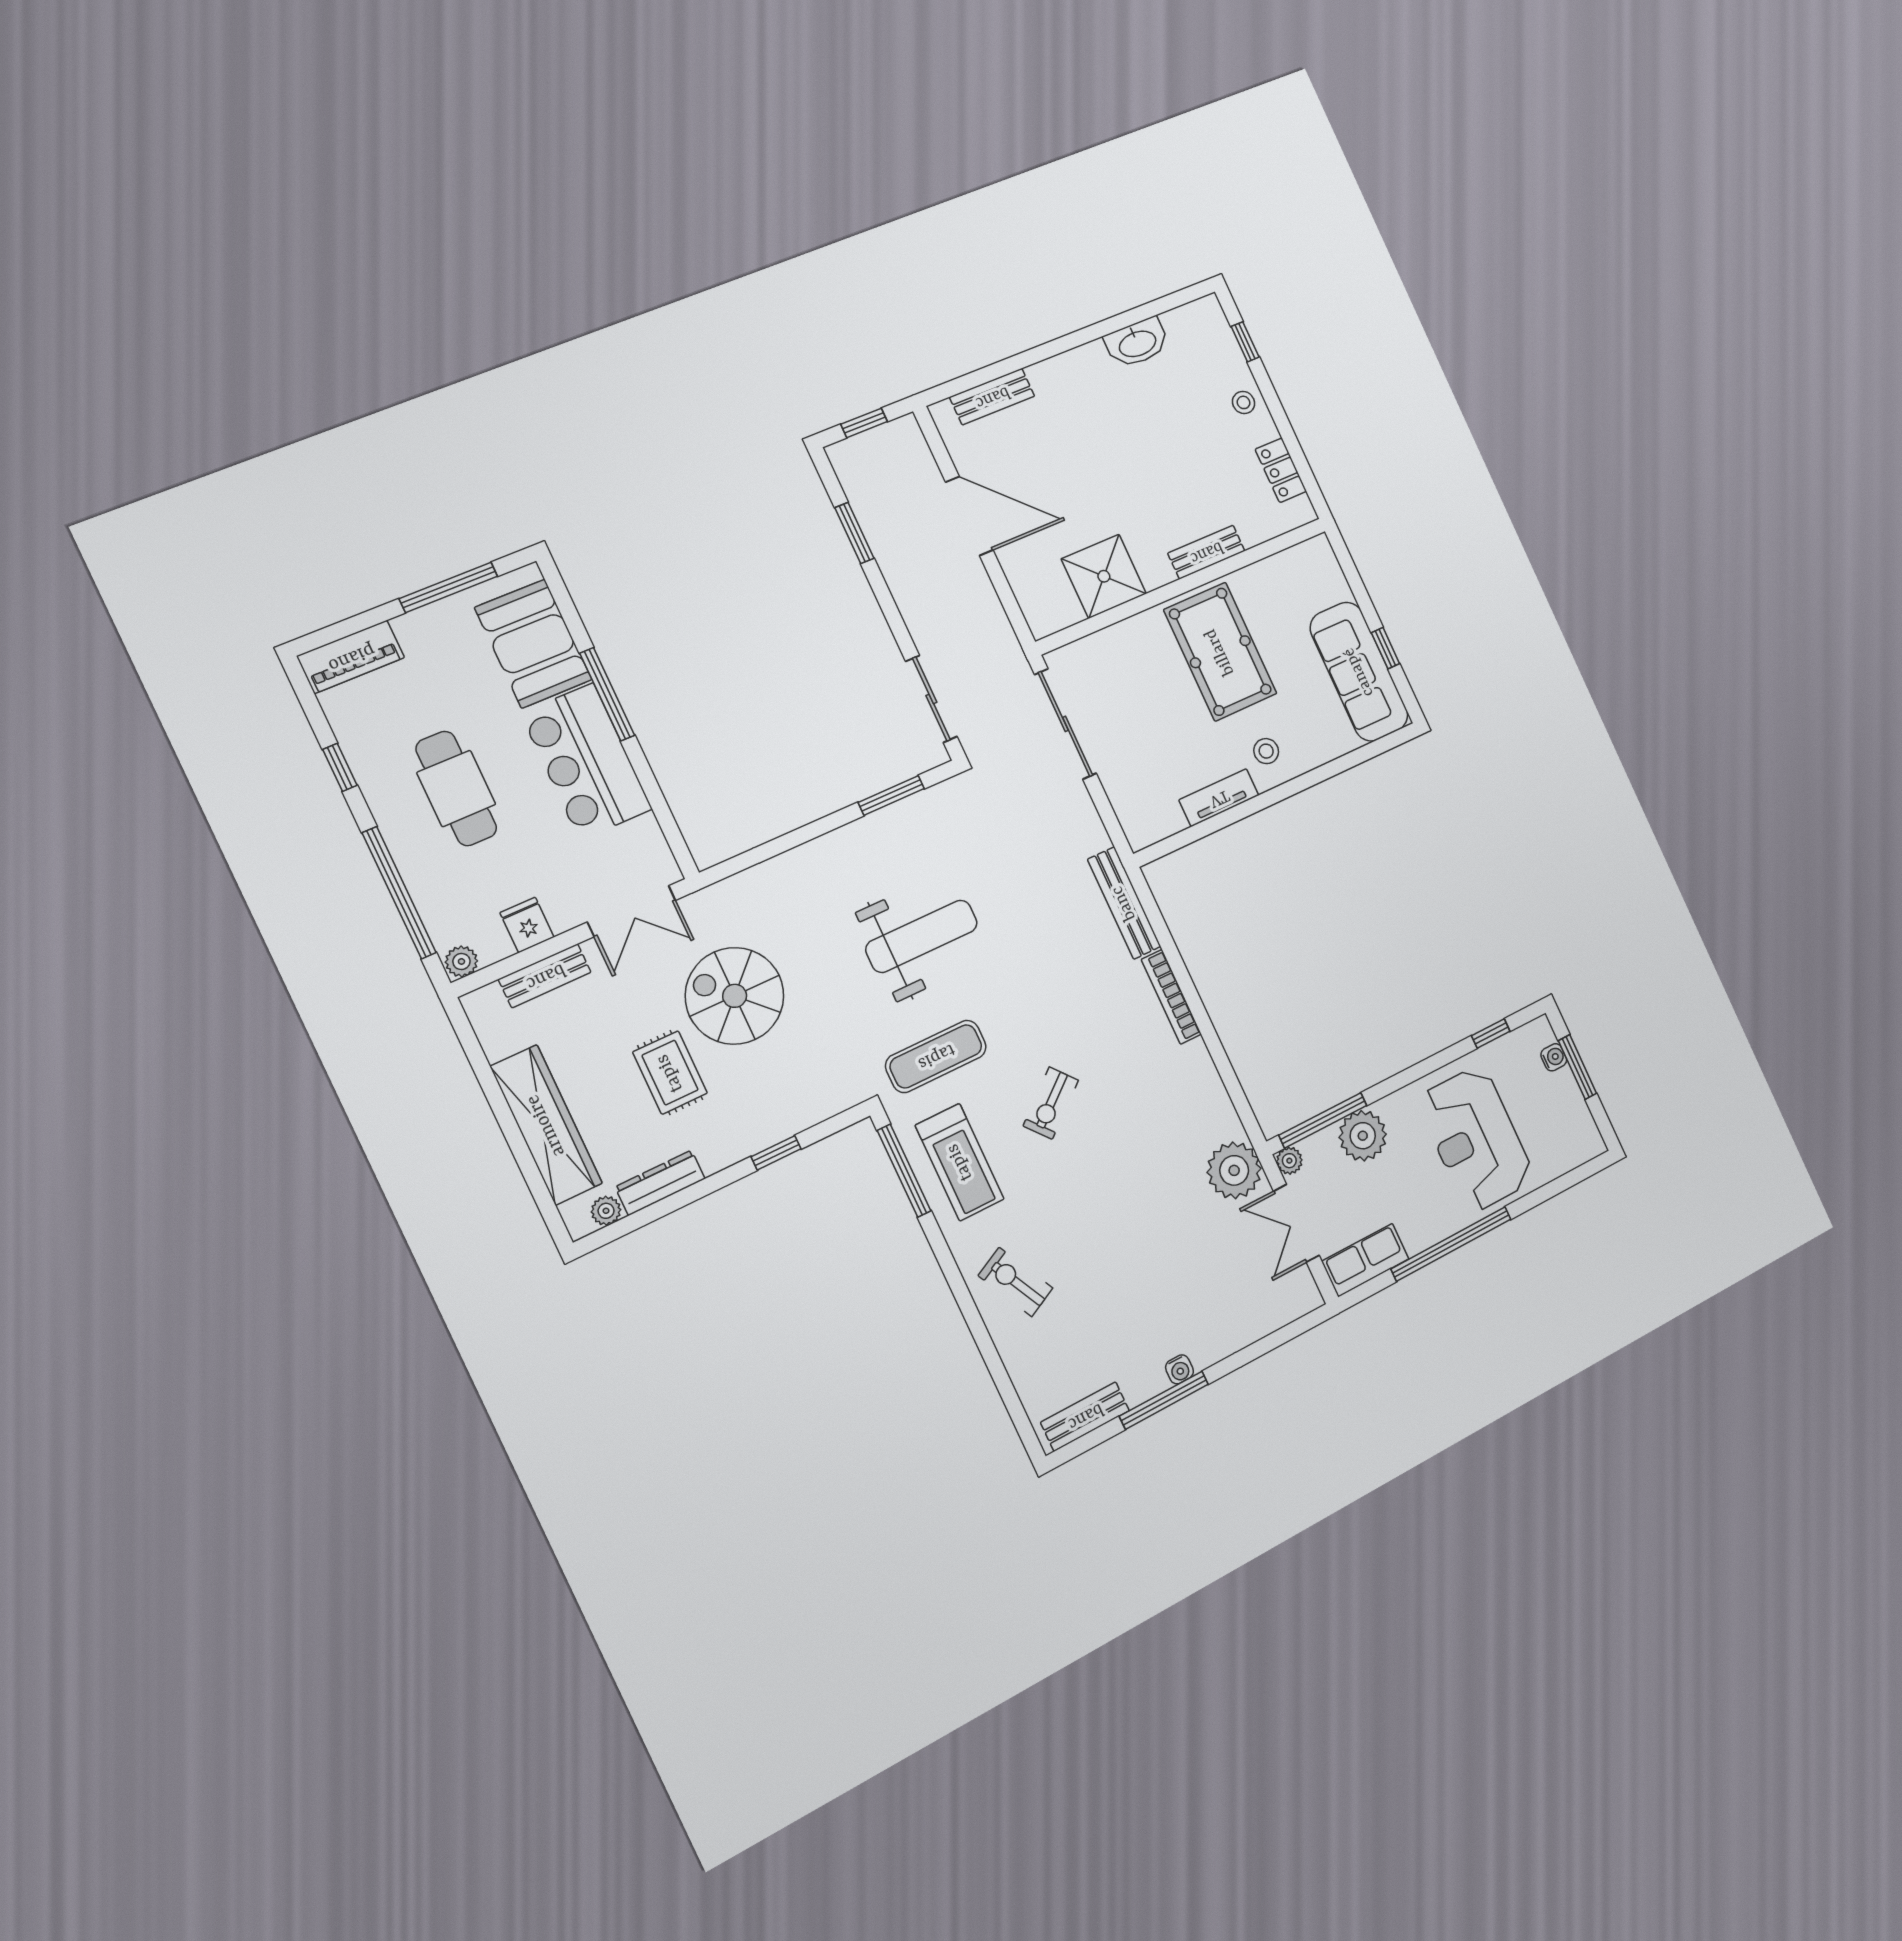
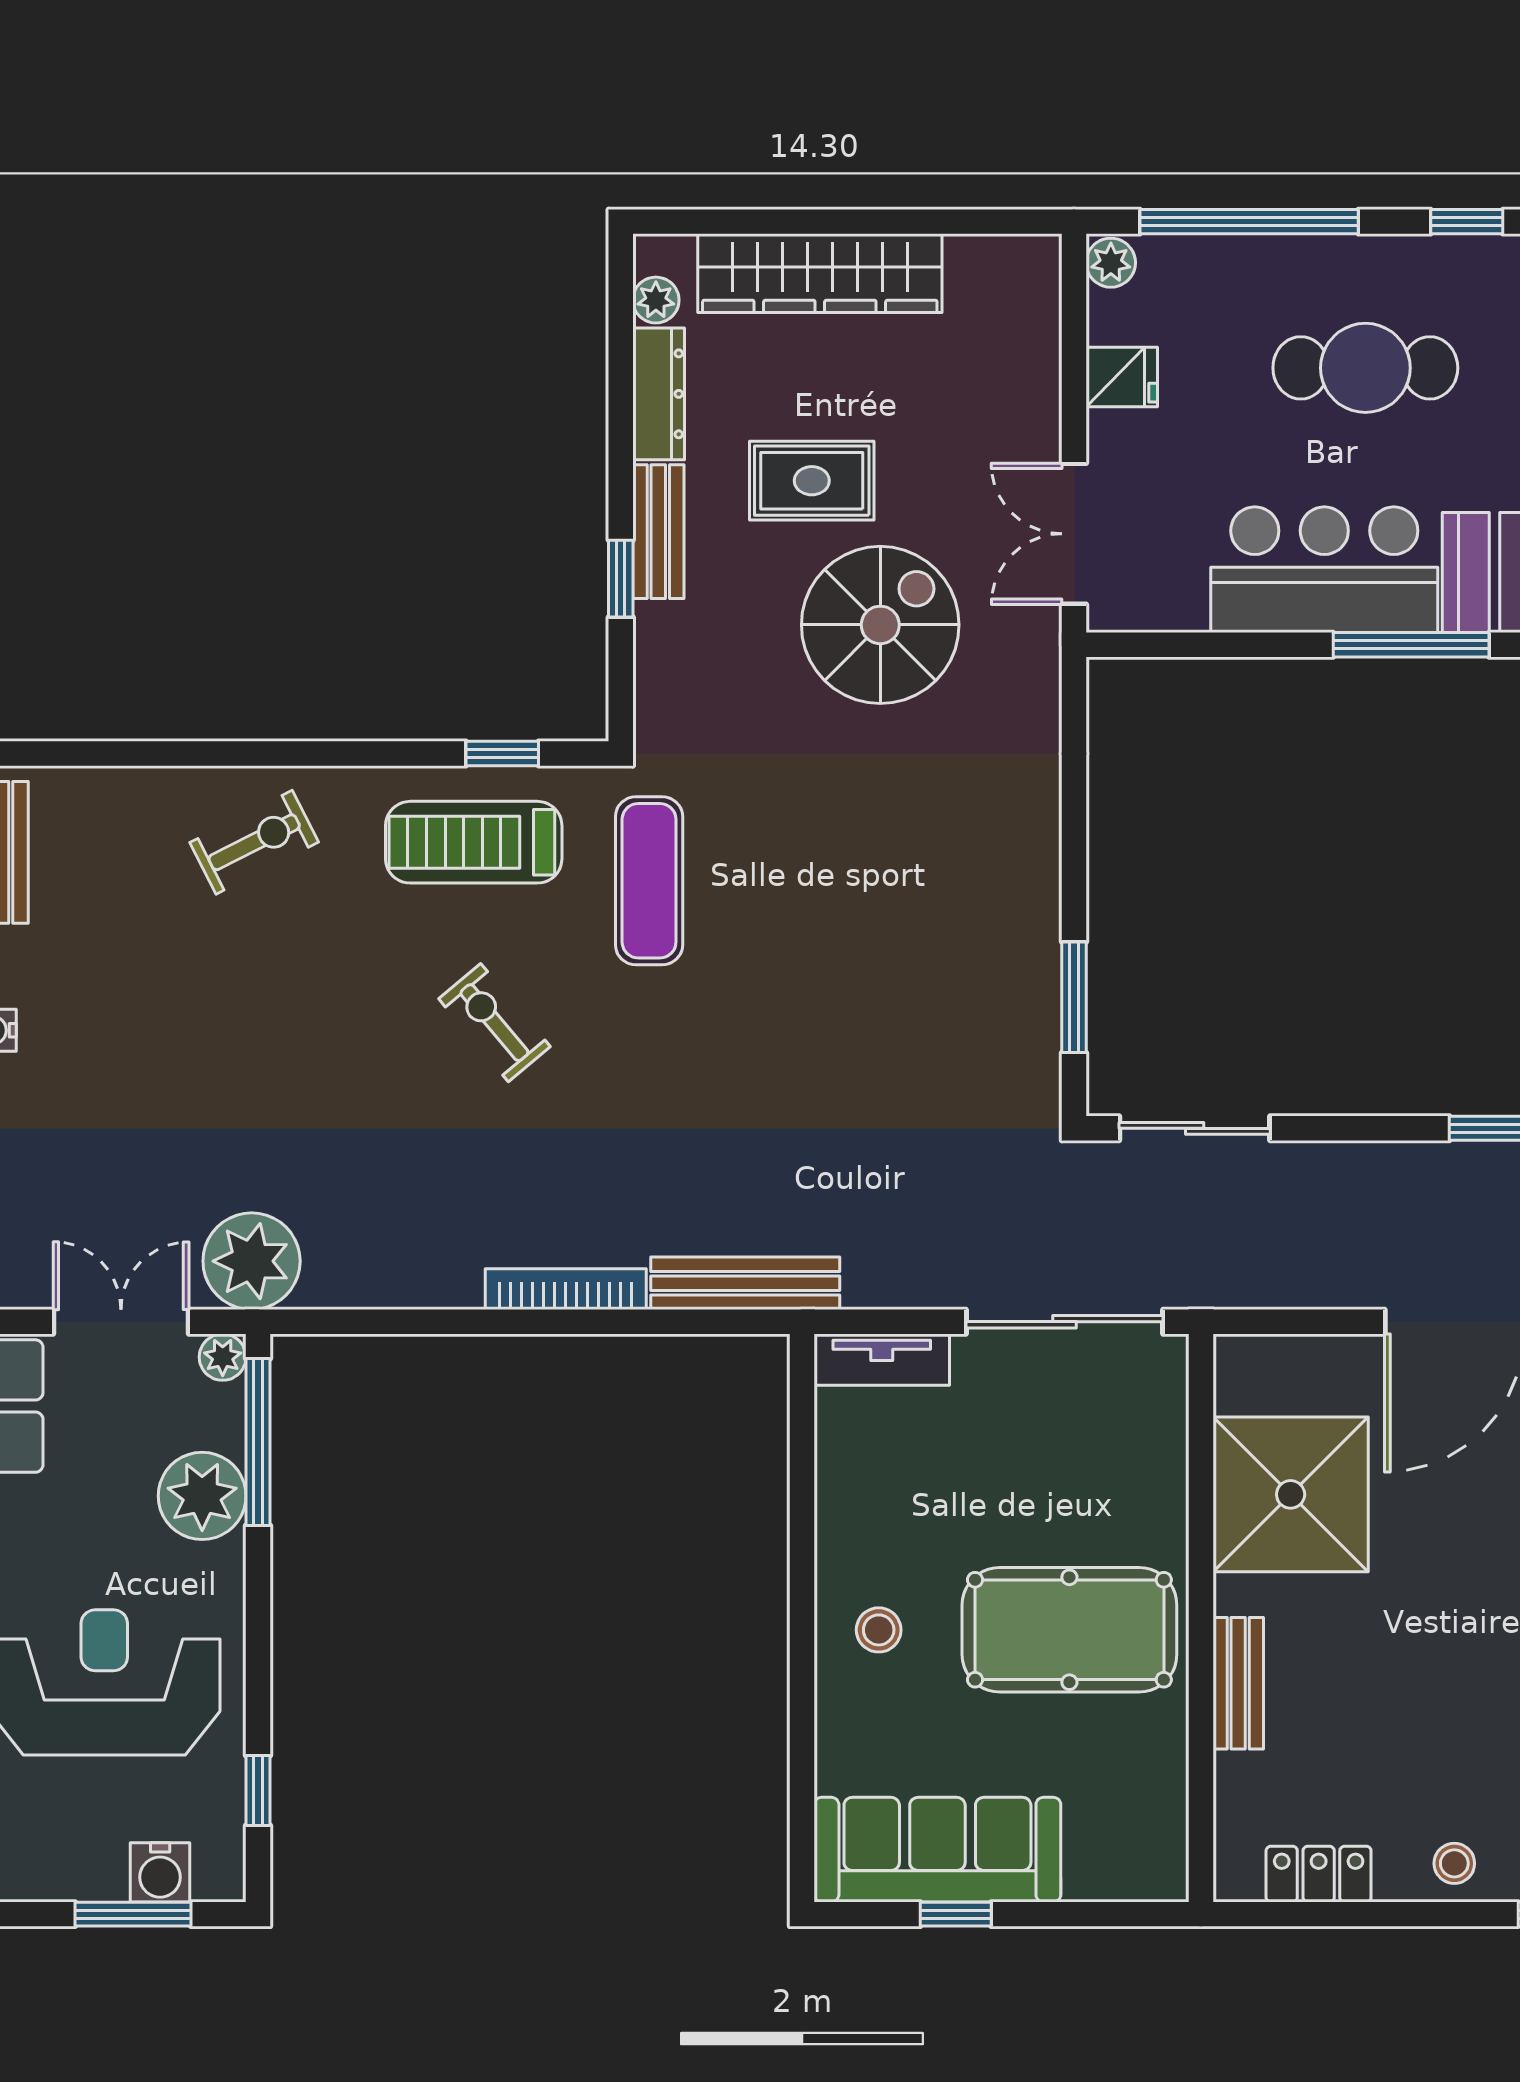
shower: (1104, 576) -> (1291, 1494), width x1.37, depth x1.37
tv unit: (1219, 798) -> (882, 1360), moved, turned 90
weight bench: (922, 936) -> (840, 944), removed
bench: (545, 976) -> (658, 532), moved
water cooler: (1554, 1057) -> (160, 1872), width x1.38, depth x1.38
window: (904, 1171) -> (502, 754), width x0.46

